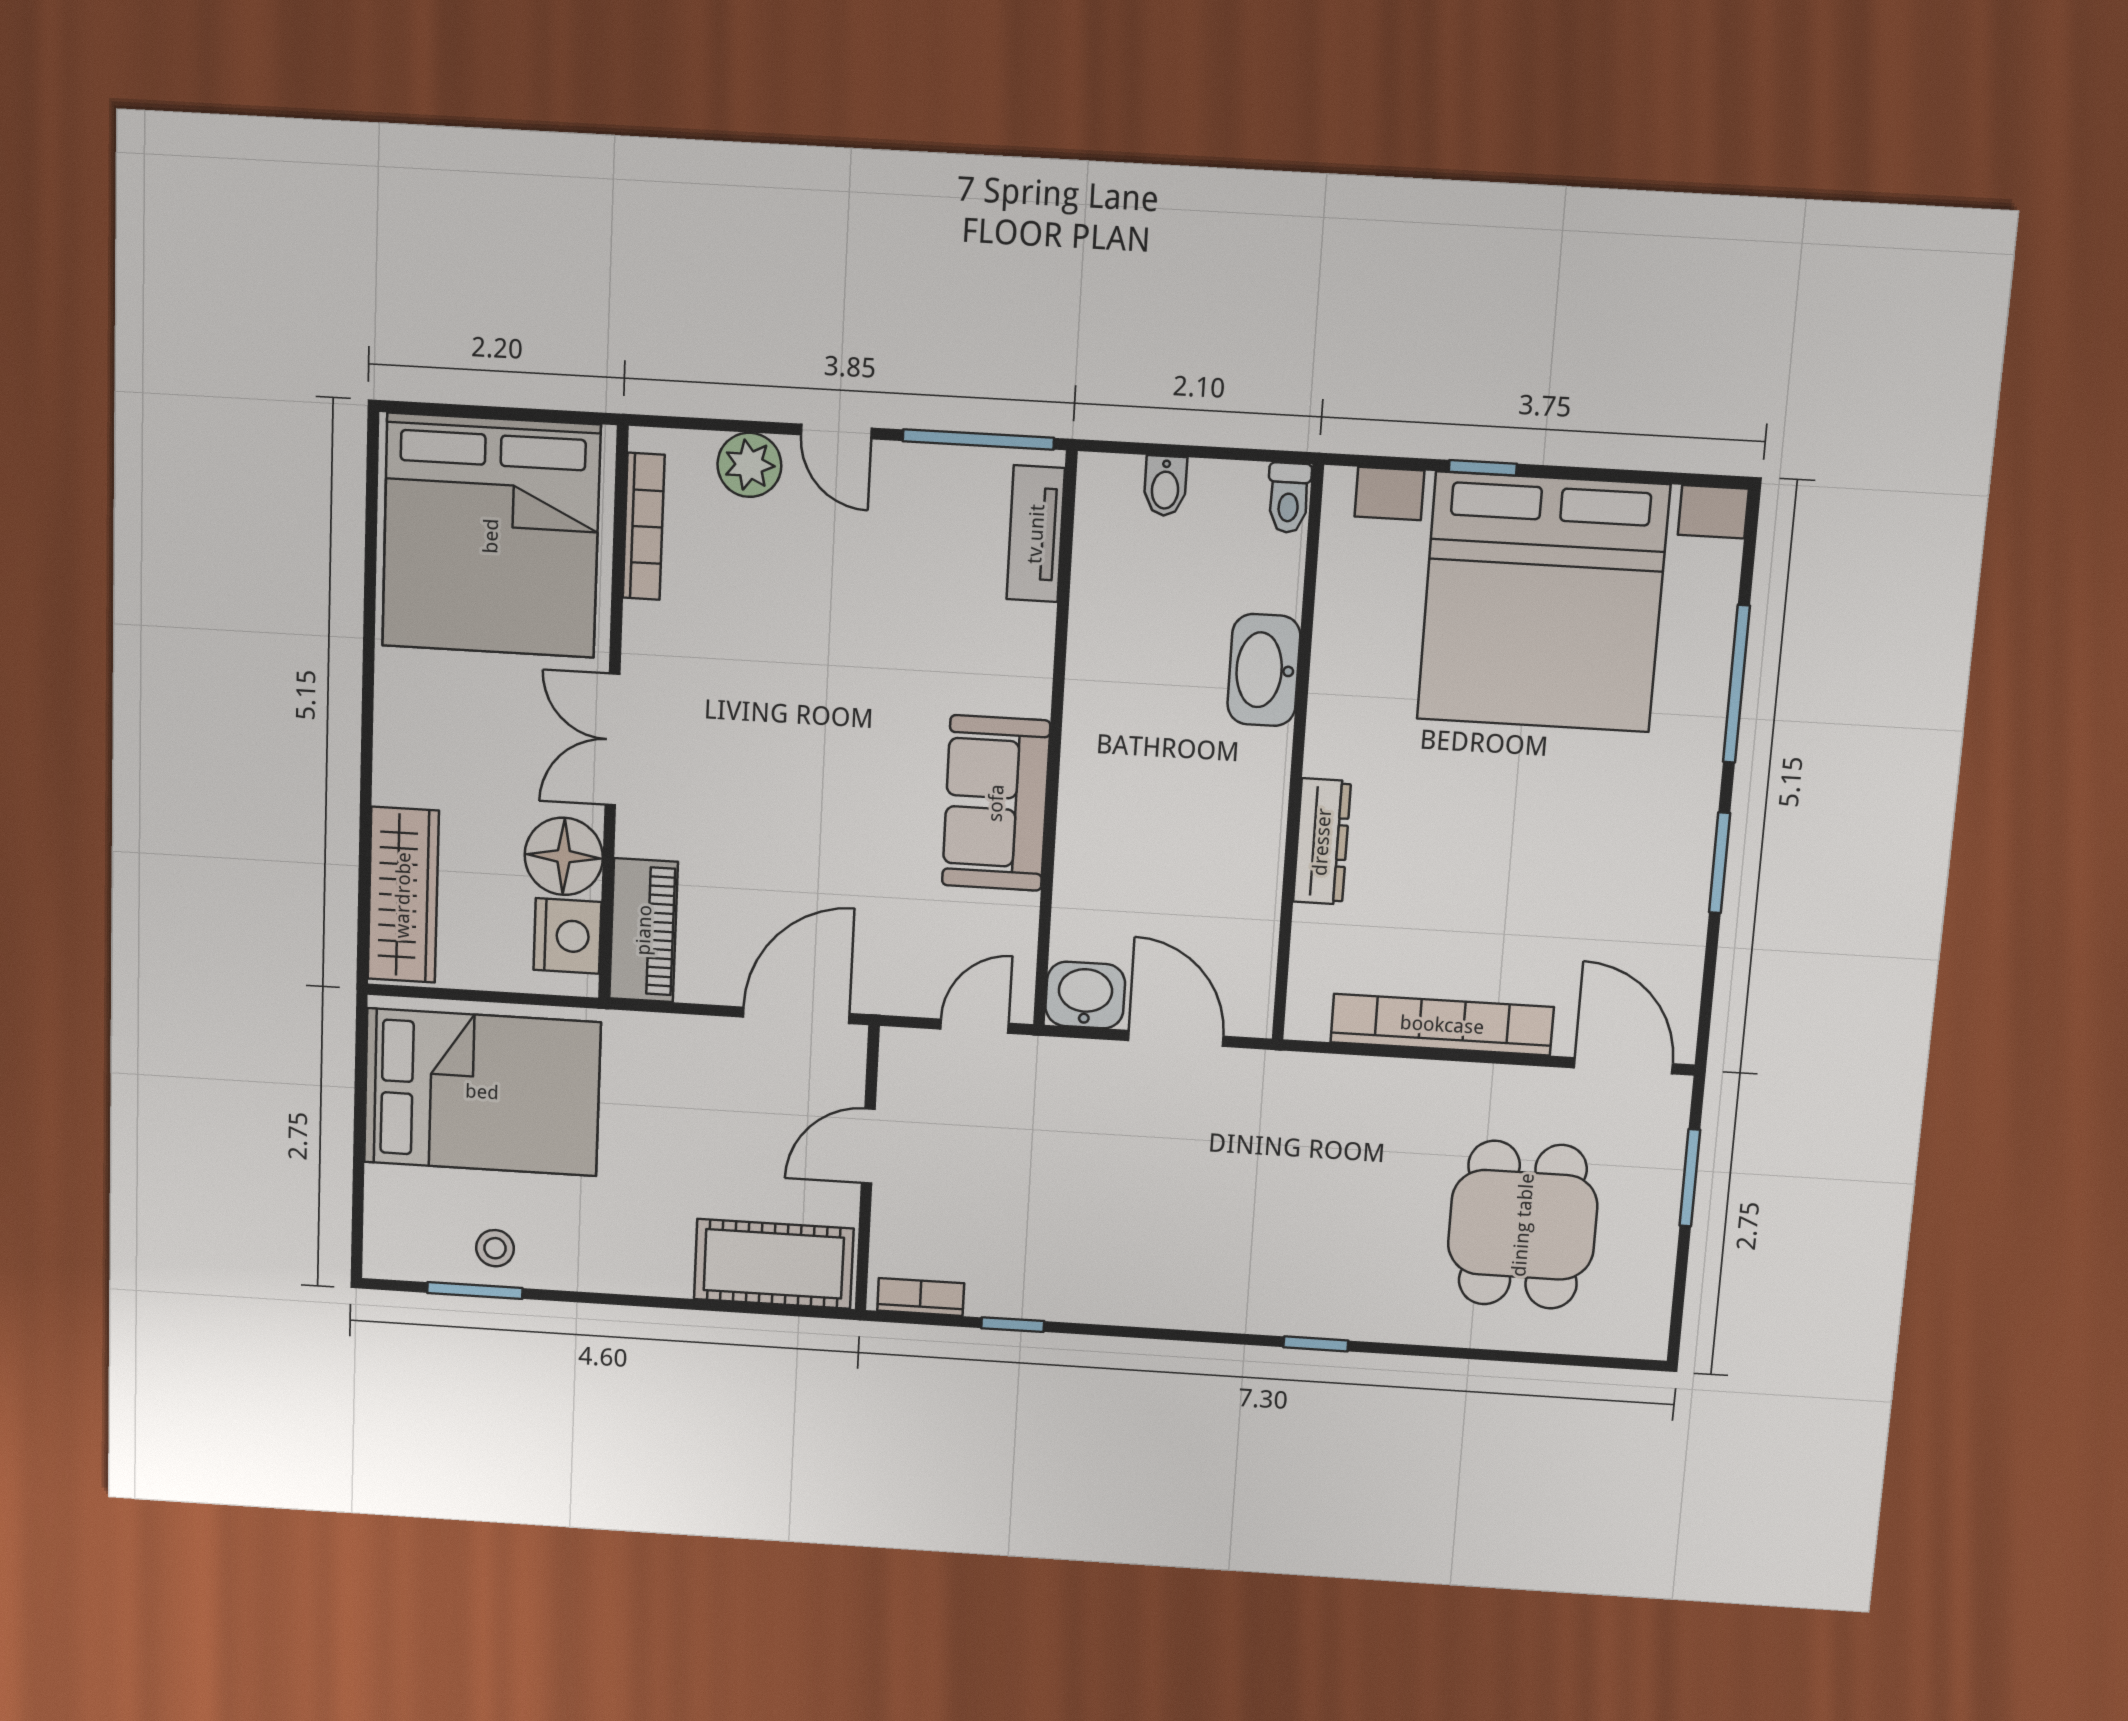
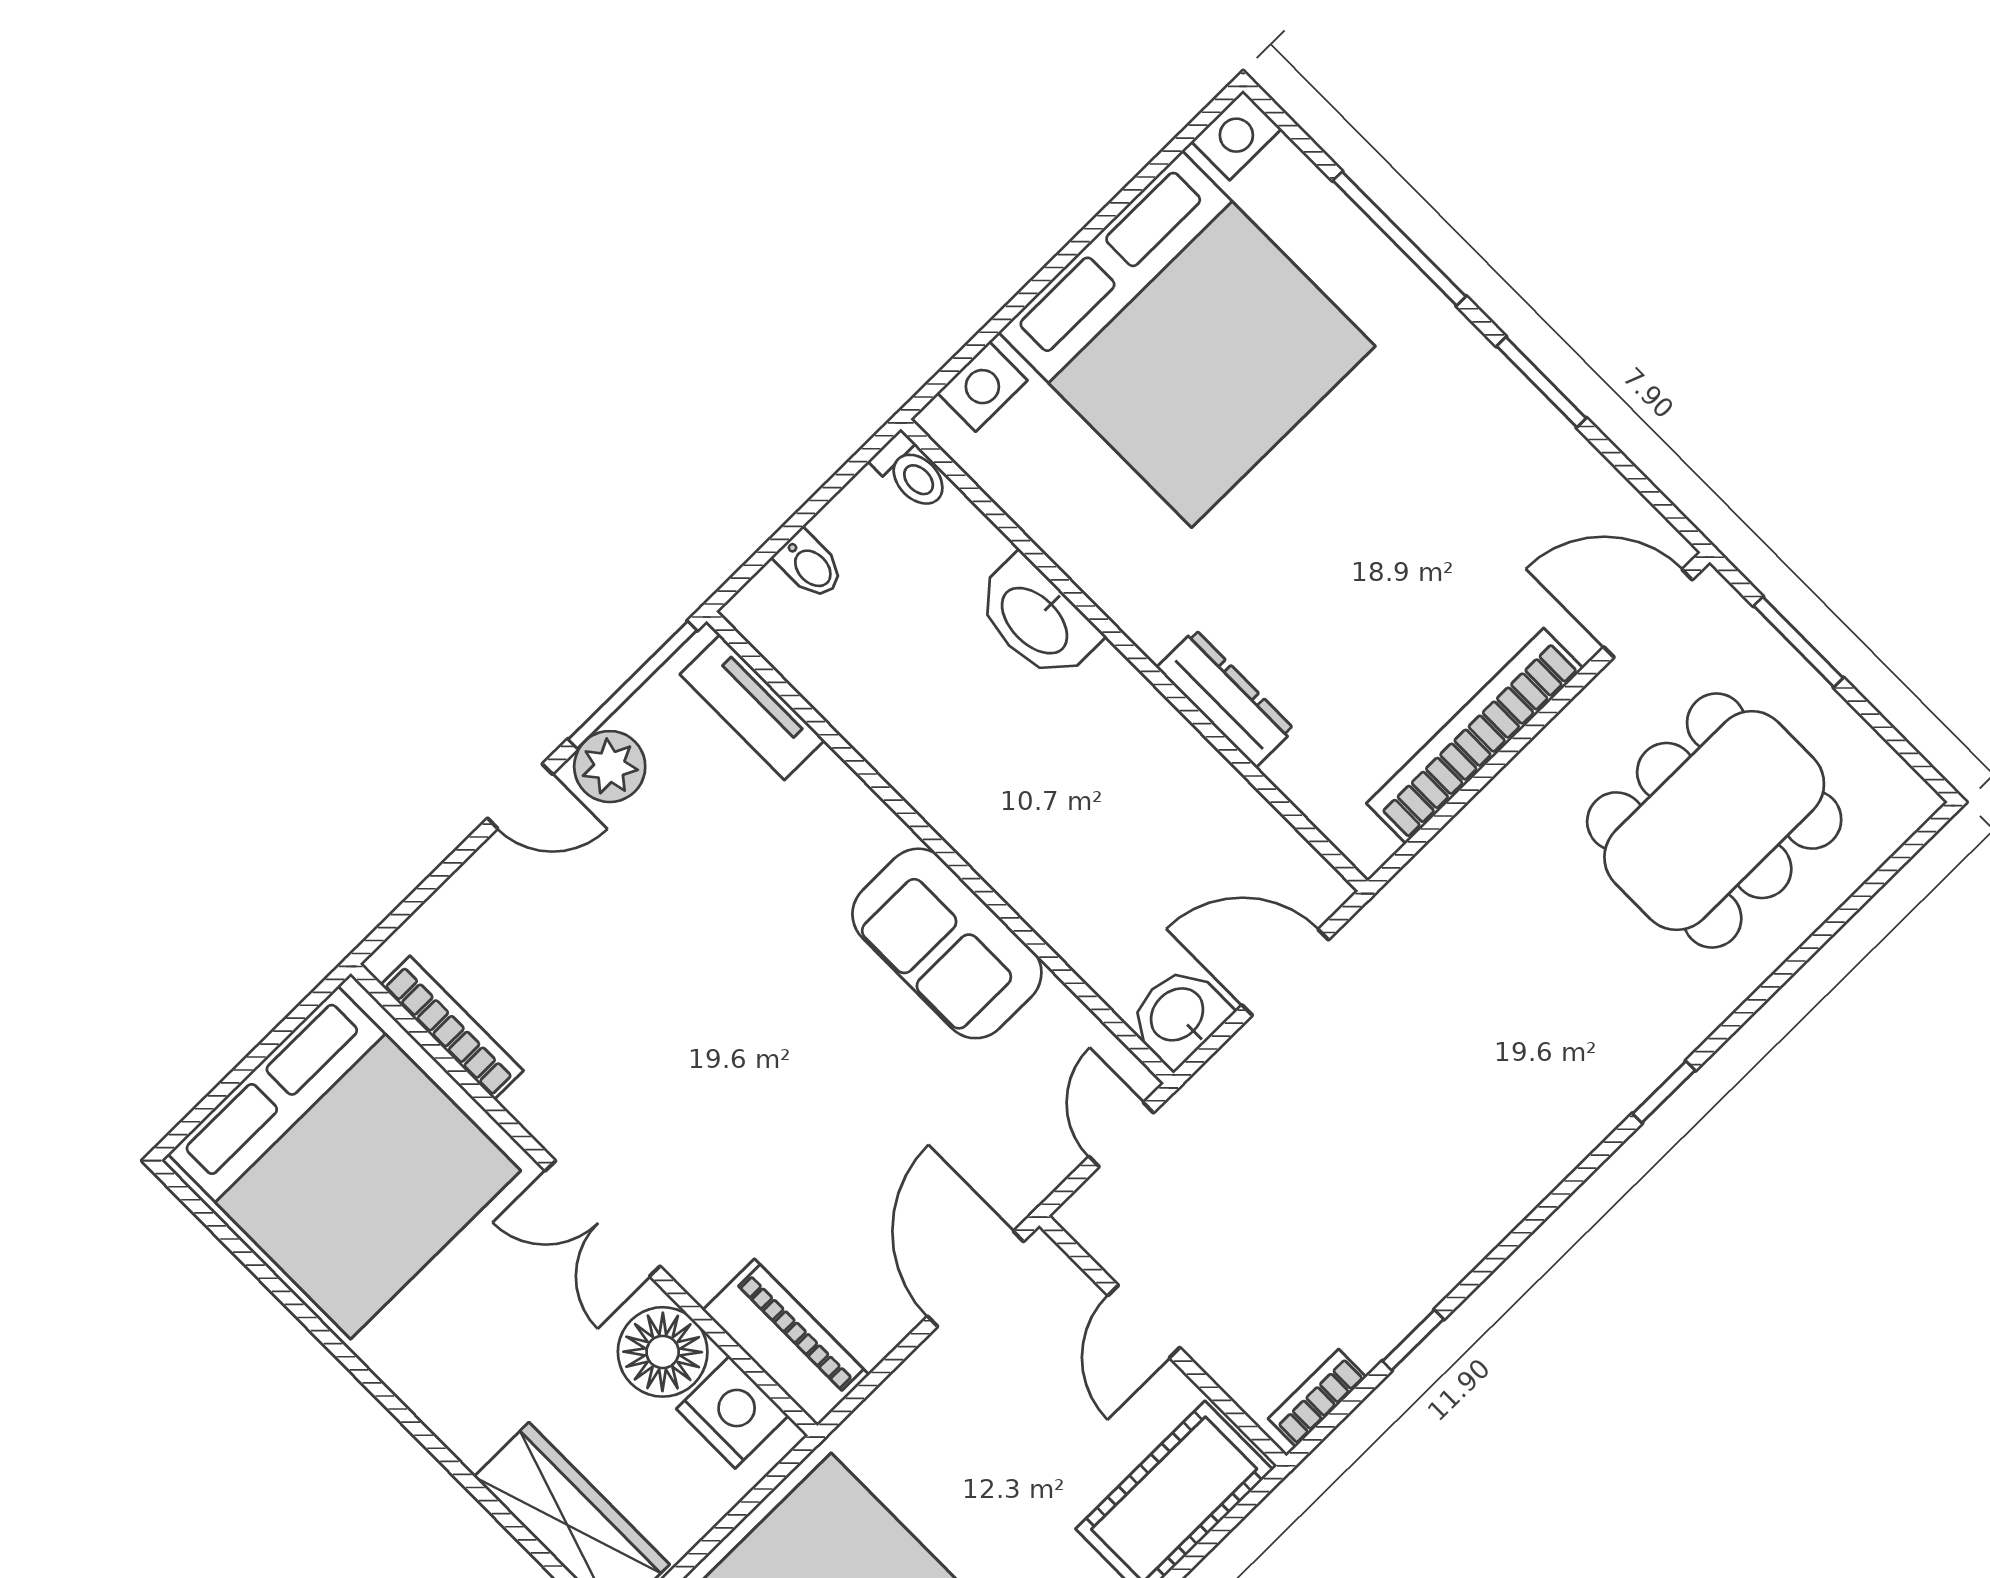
plant: (749, 465) -> (610, 767), moved
window: (1483, 468) -> (1030, 292), removed
dining table: (1523, 1225) -> (1714, 821), width x1.38

